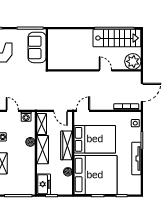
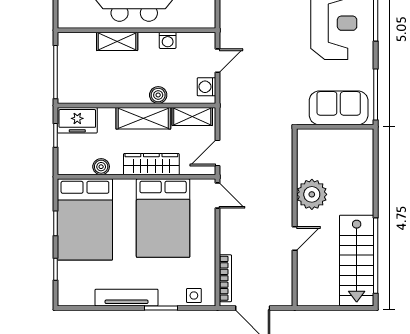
plant: (133, 61) -> (312, 194), moved
bed: (95, 175) -> (85, 219), width x0.73

